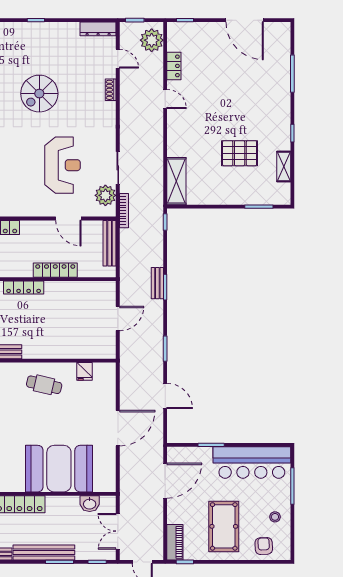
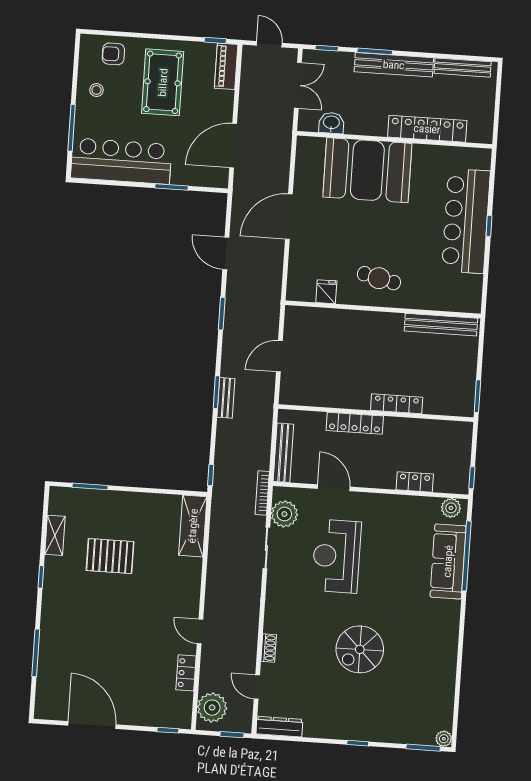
spiral stairs: (39, 94) -> (360, 649), turned 180
armchair: (264, 546) -> (113, 54), turned 93

